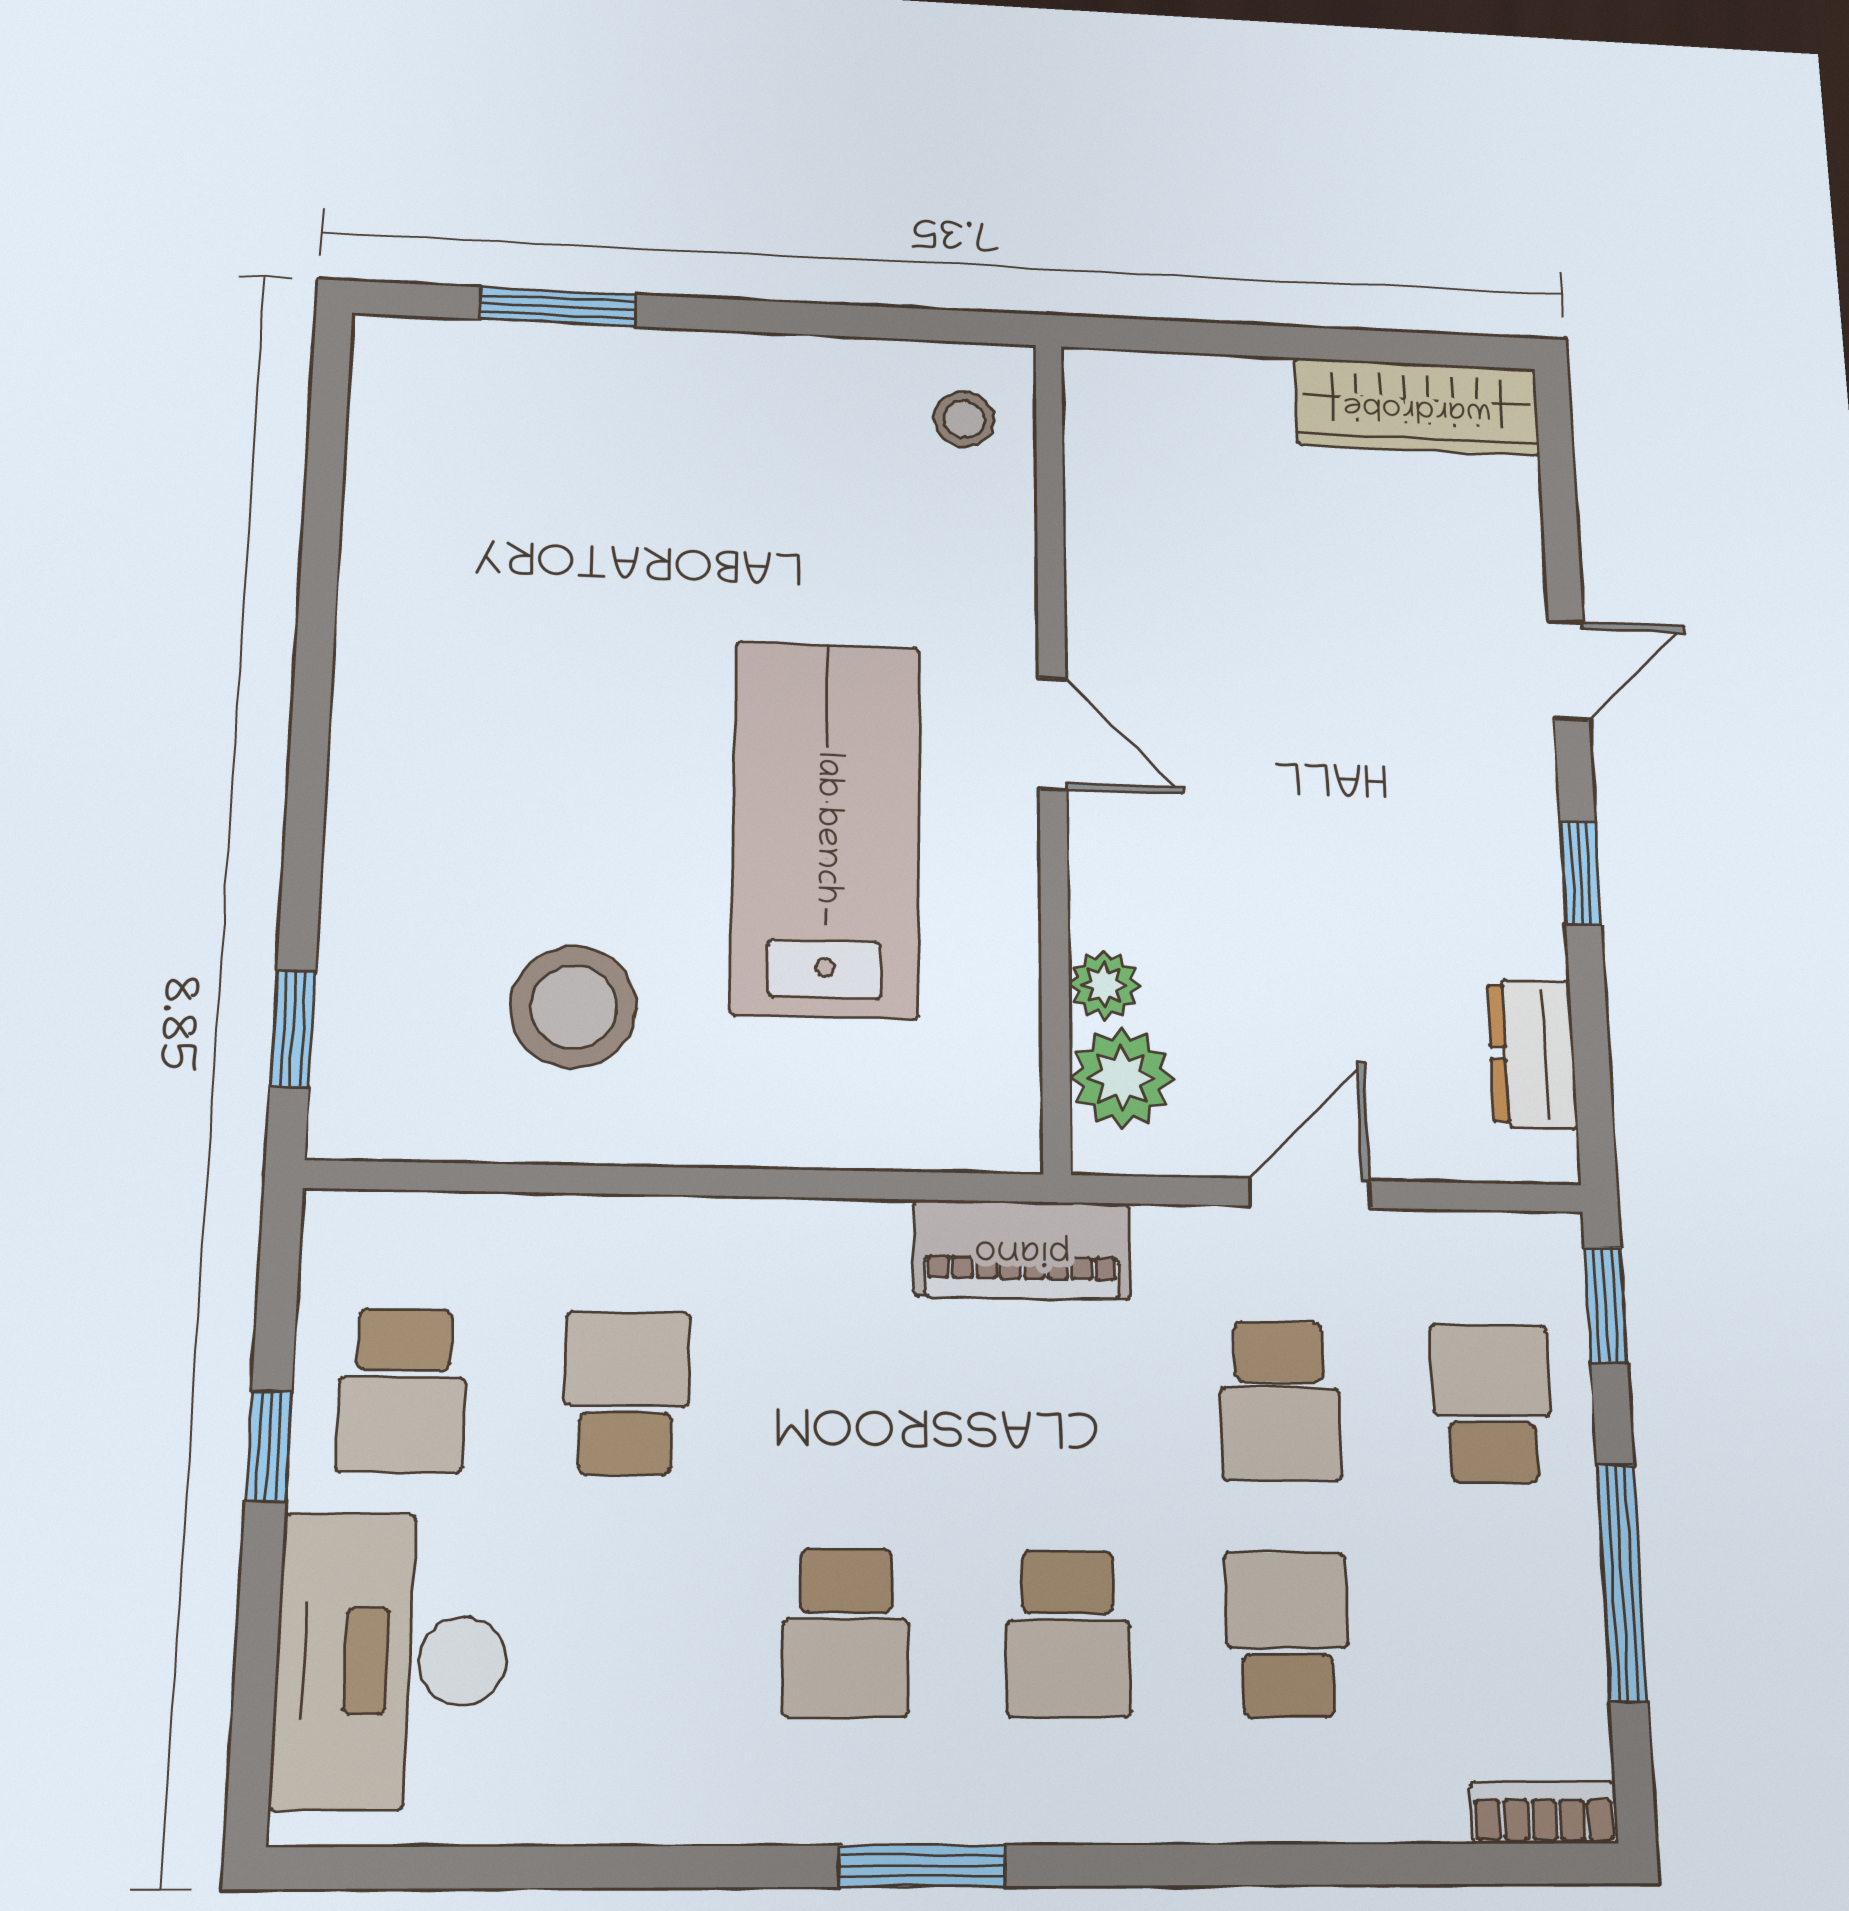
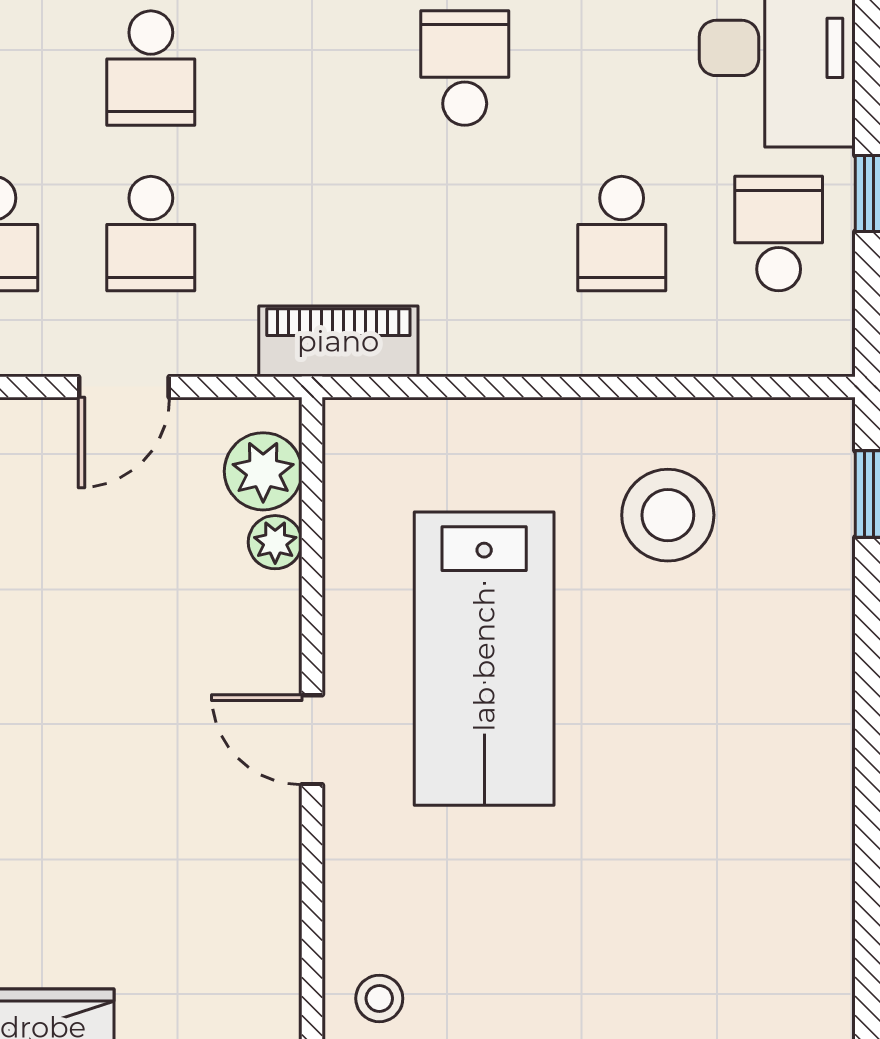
school desk: (1280, 1401) -> (151, 234), turned 180
school desk: (1068, 1634) -> (308, 68), removed

